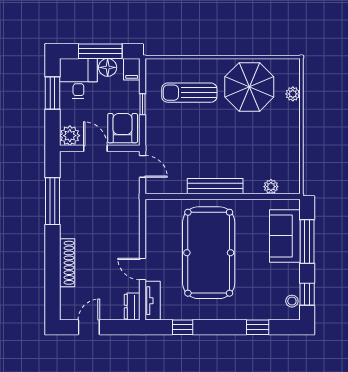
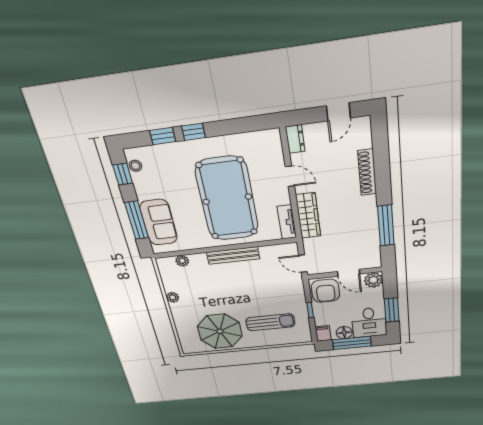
plant: (293, 94) -> (173, 297), moved
wardrobe: (130, 223) -> (308, 216), added
tv unit: (153, 301) -> (287, 222), moved
window: (183, 327) -> (193, 132), moved

